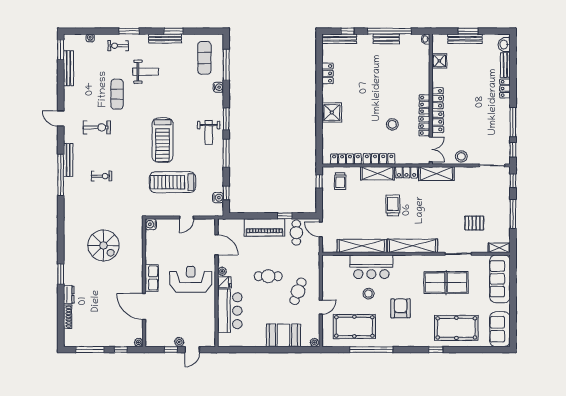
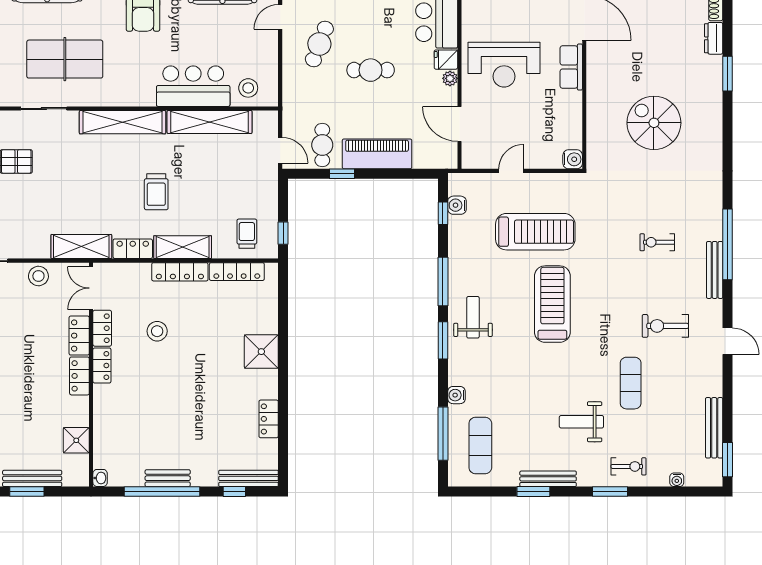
stool: (368, 294) -> (248, 88), moved

